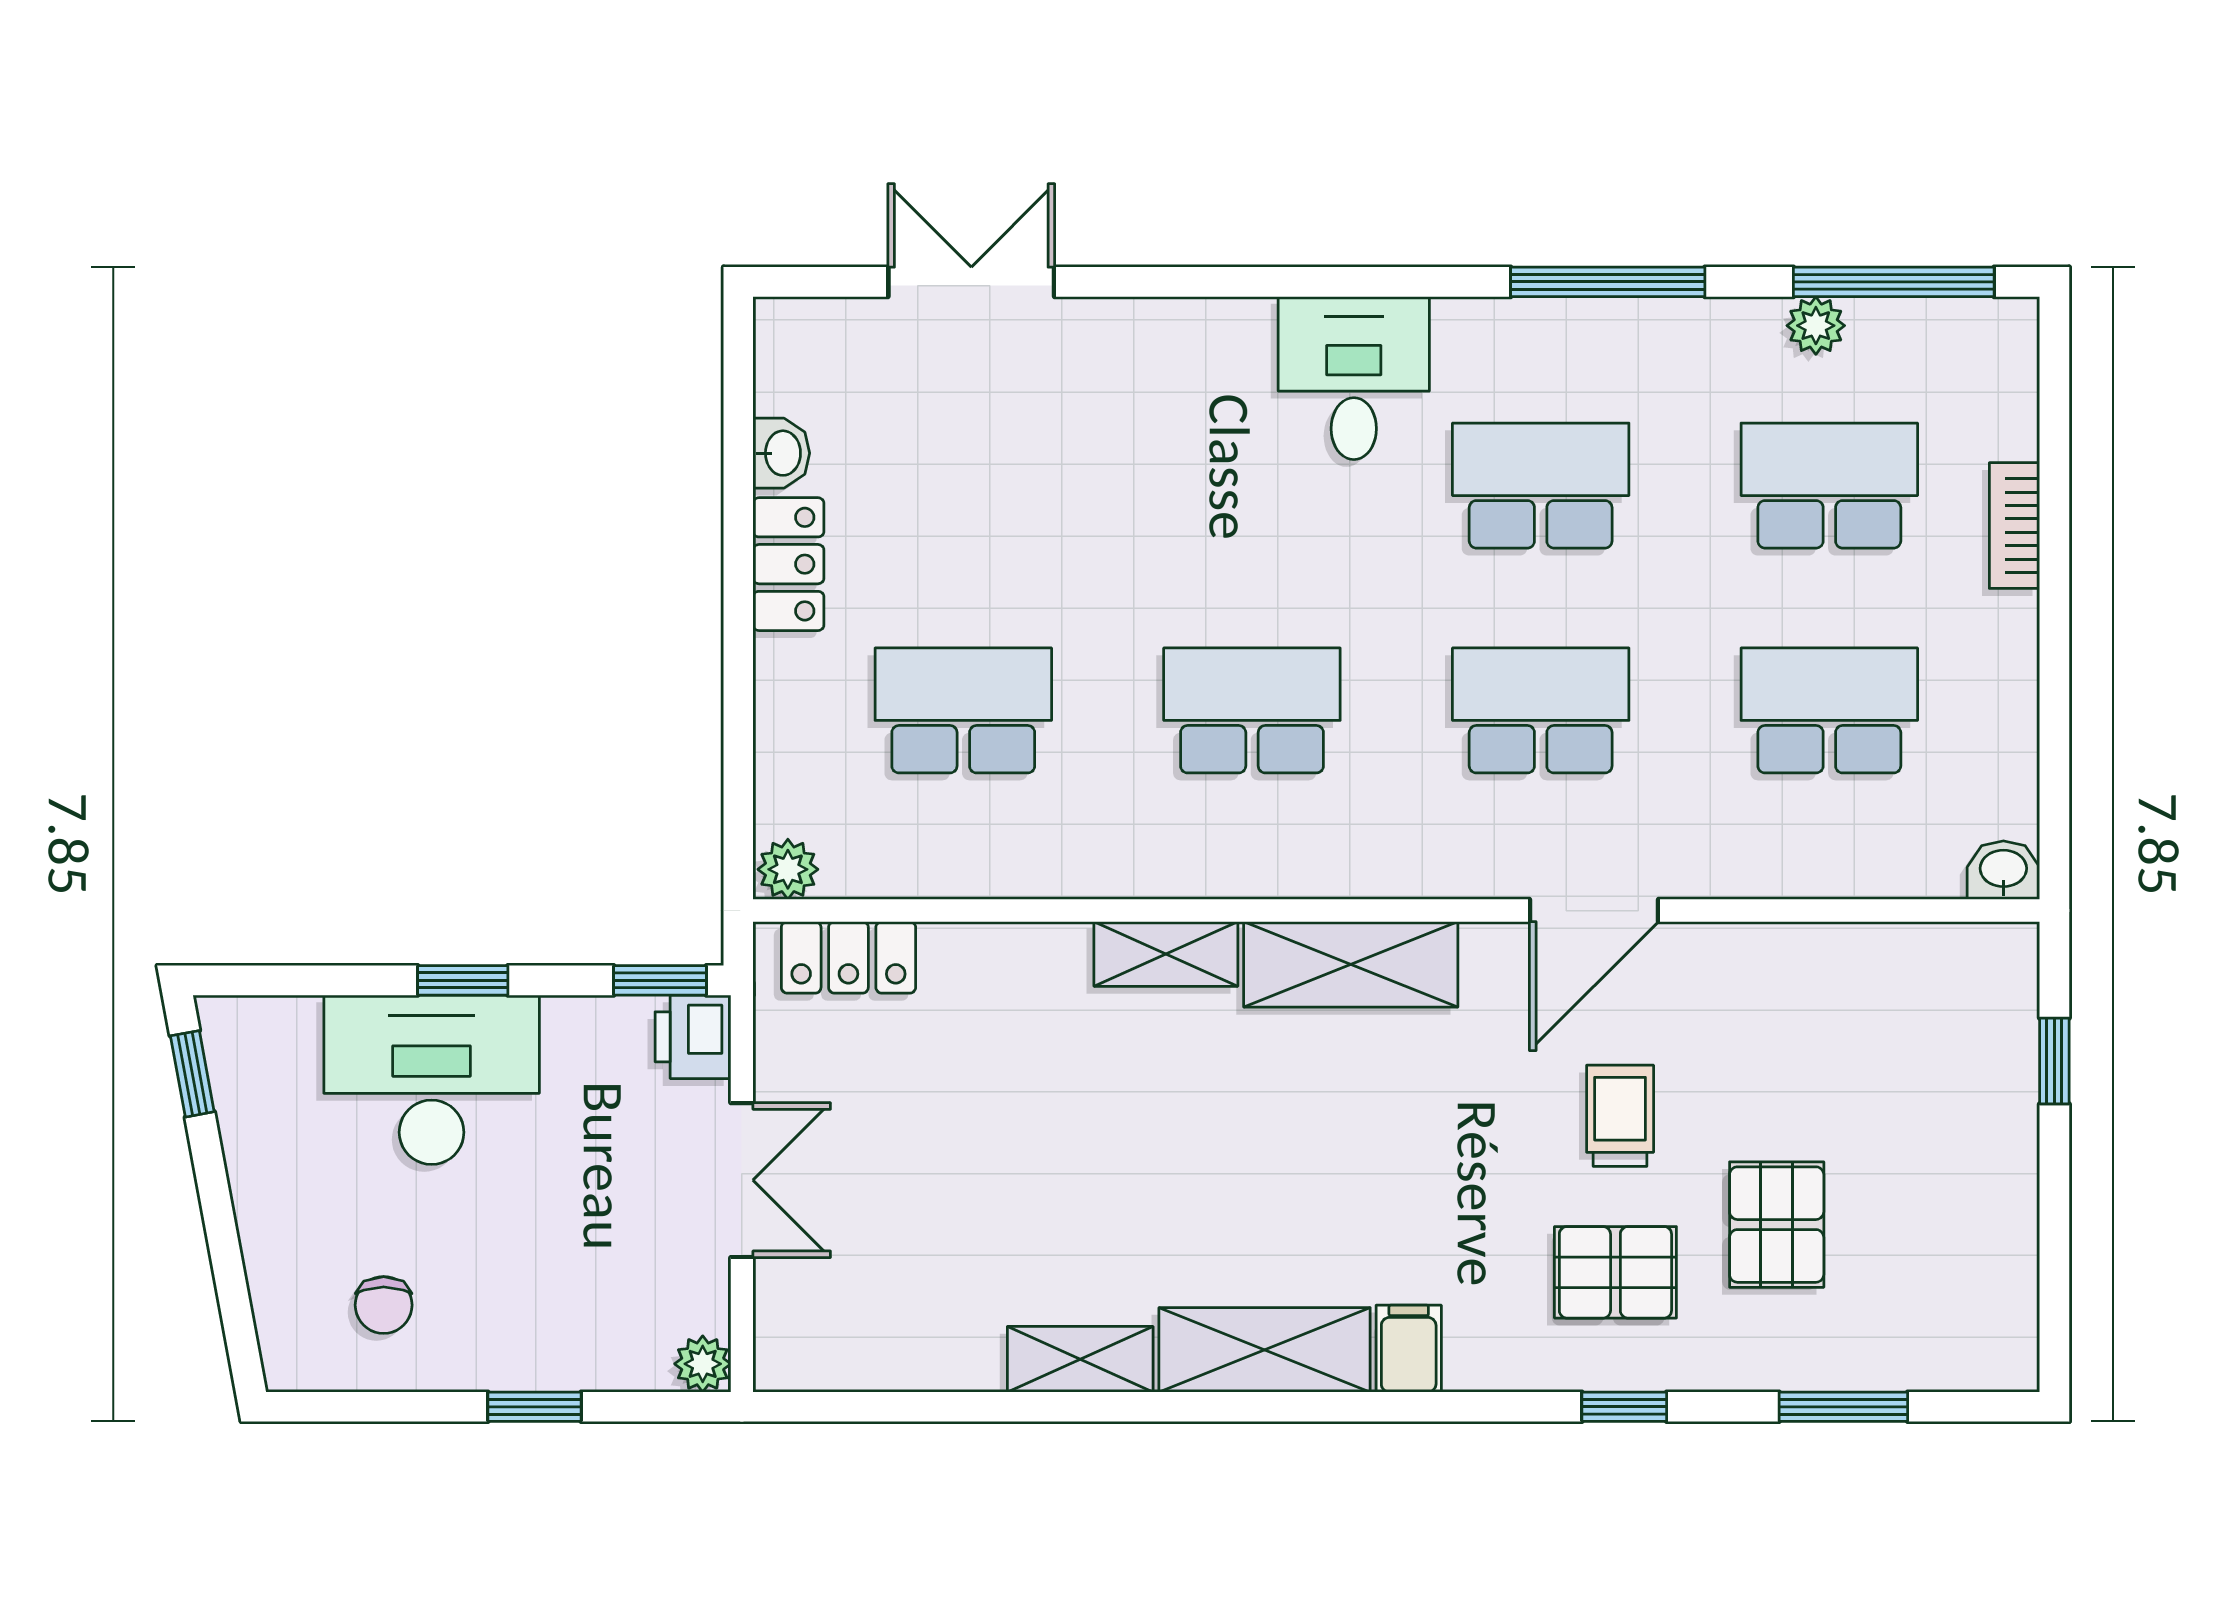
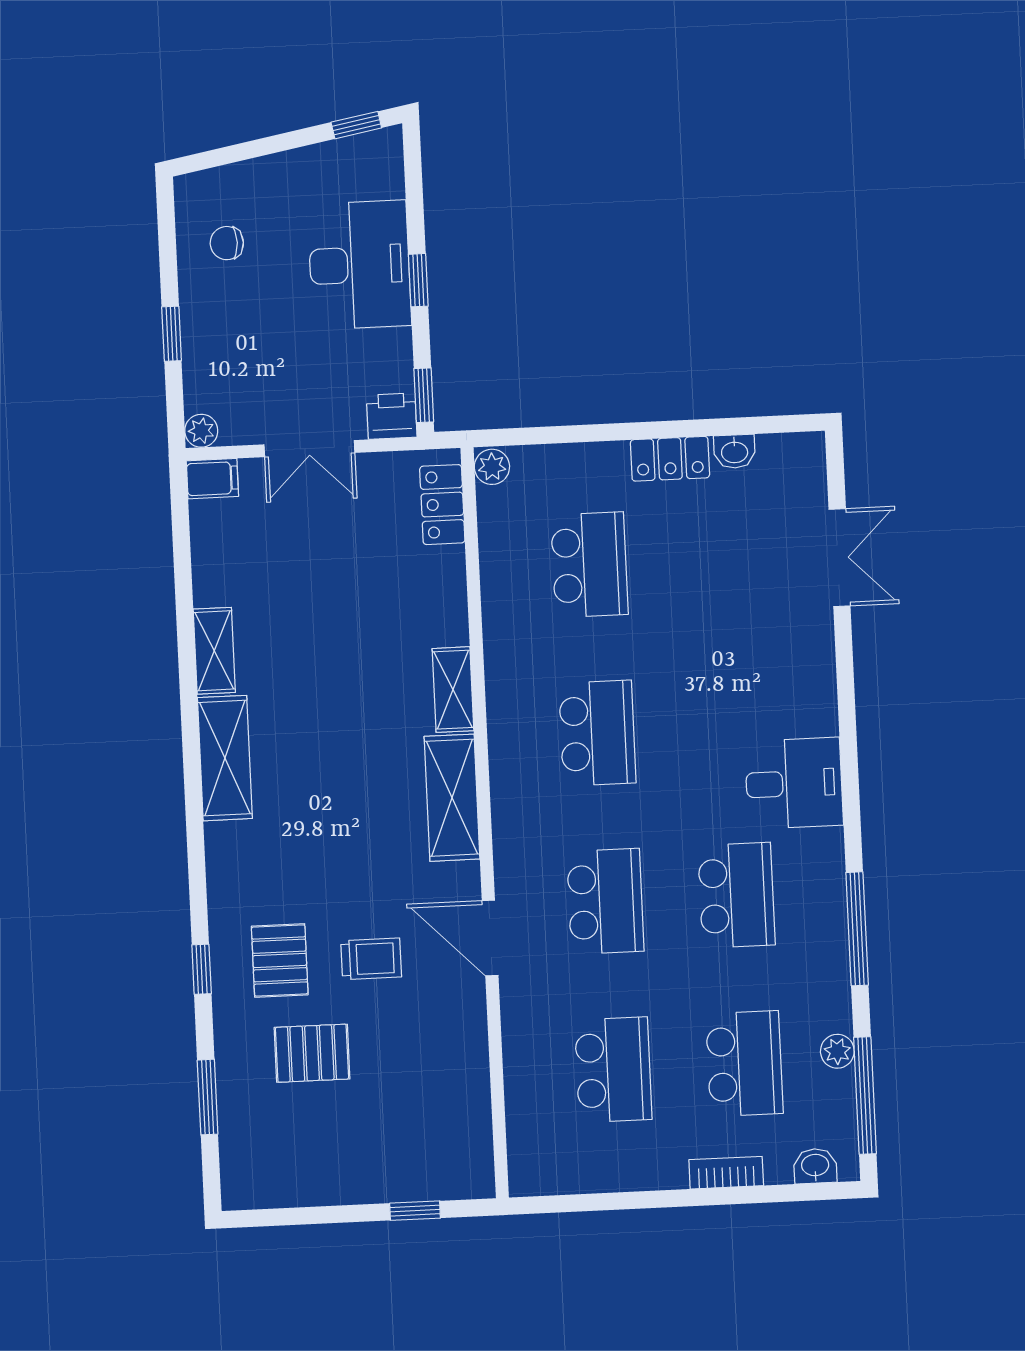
washbasin: (2003, 870) -> (815, 1166), moved, turned -90
filing cabinet: (1409, 1349) -> (212, 479), moved

